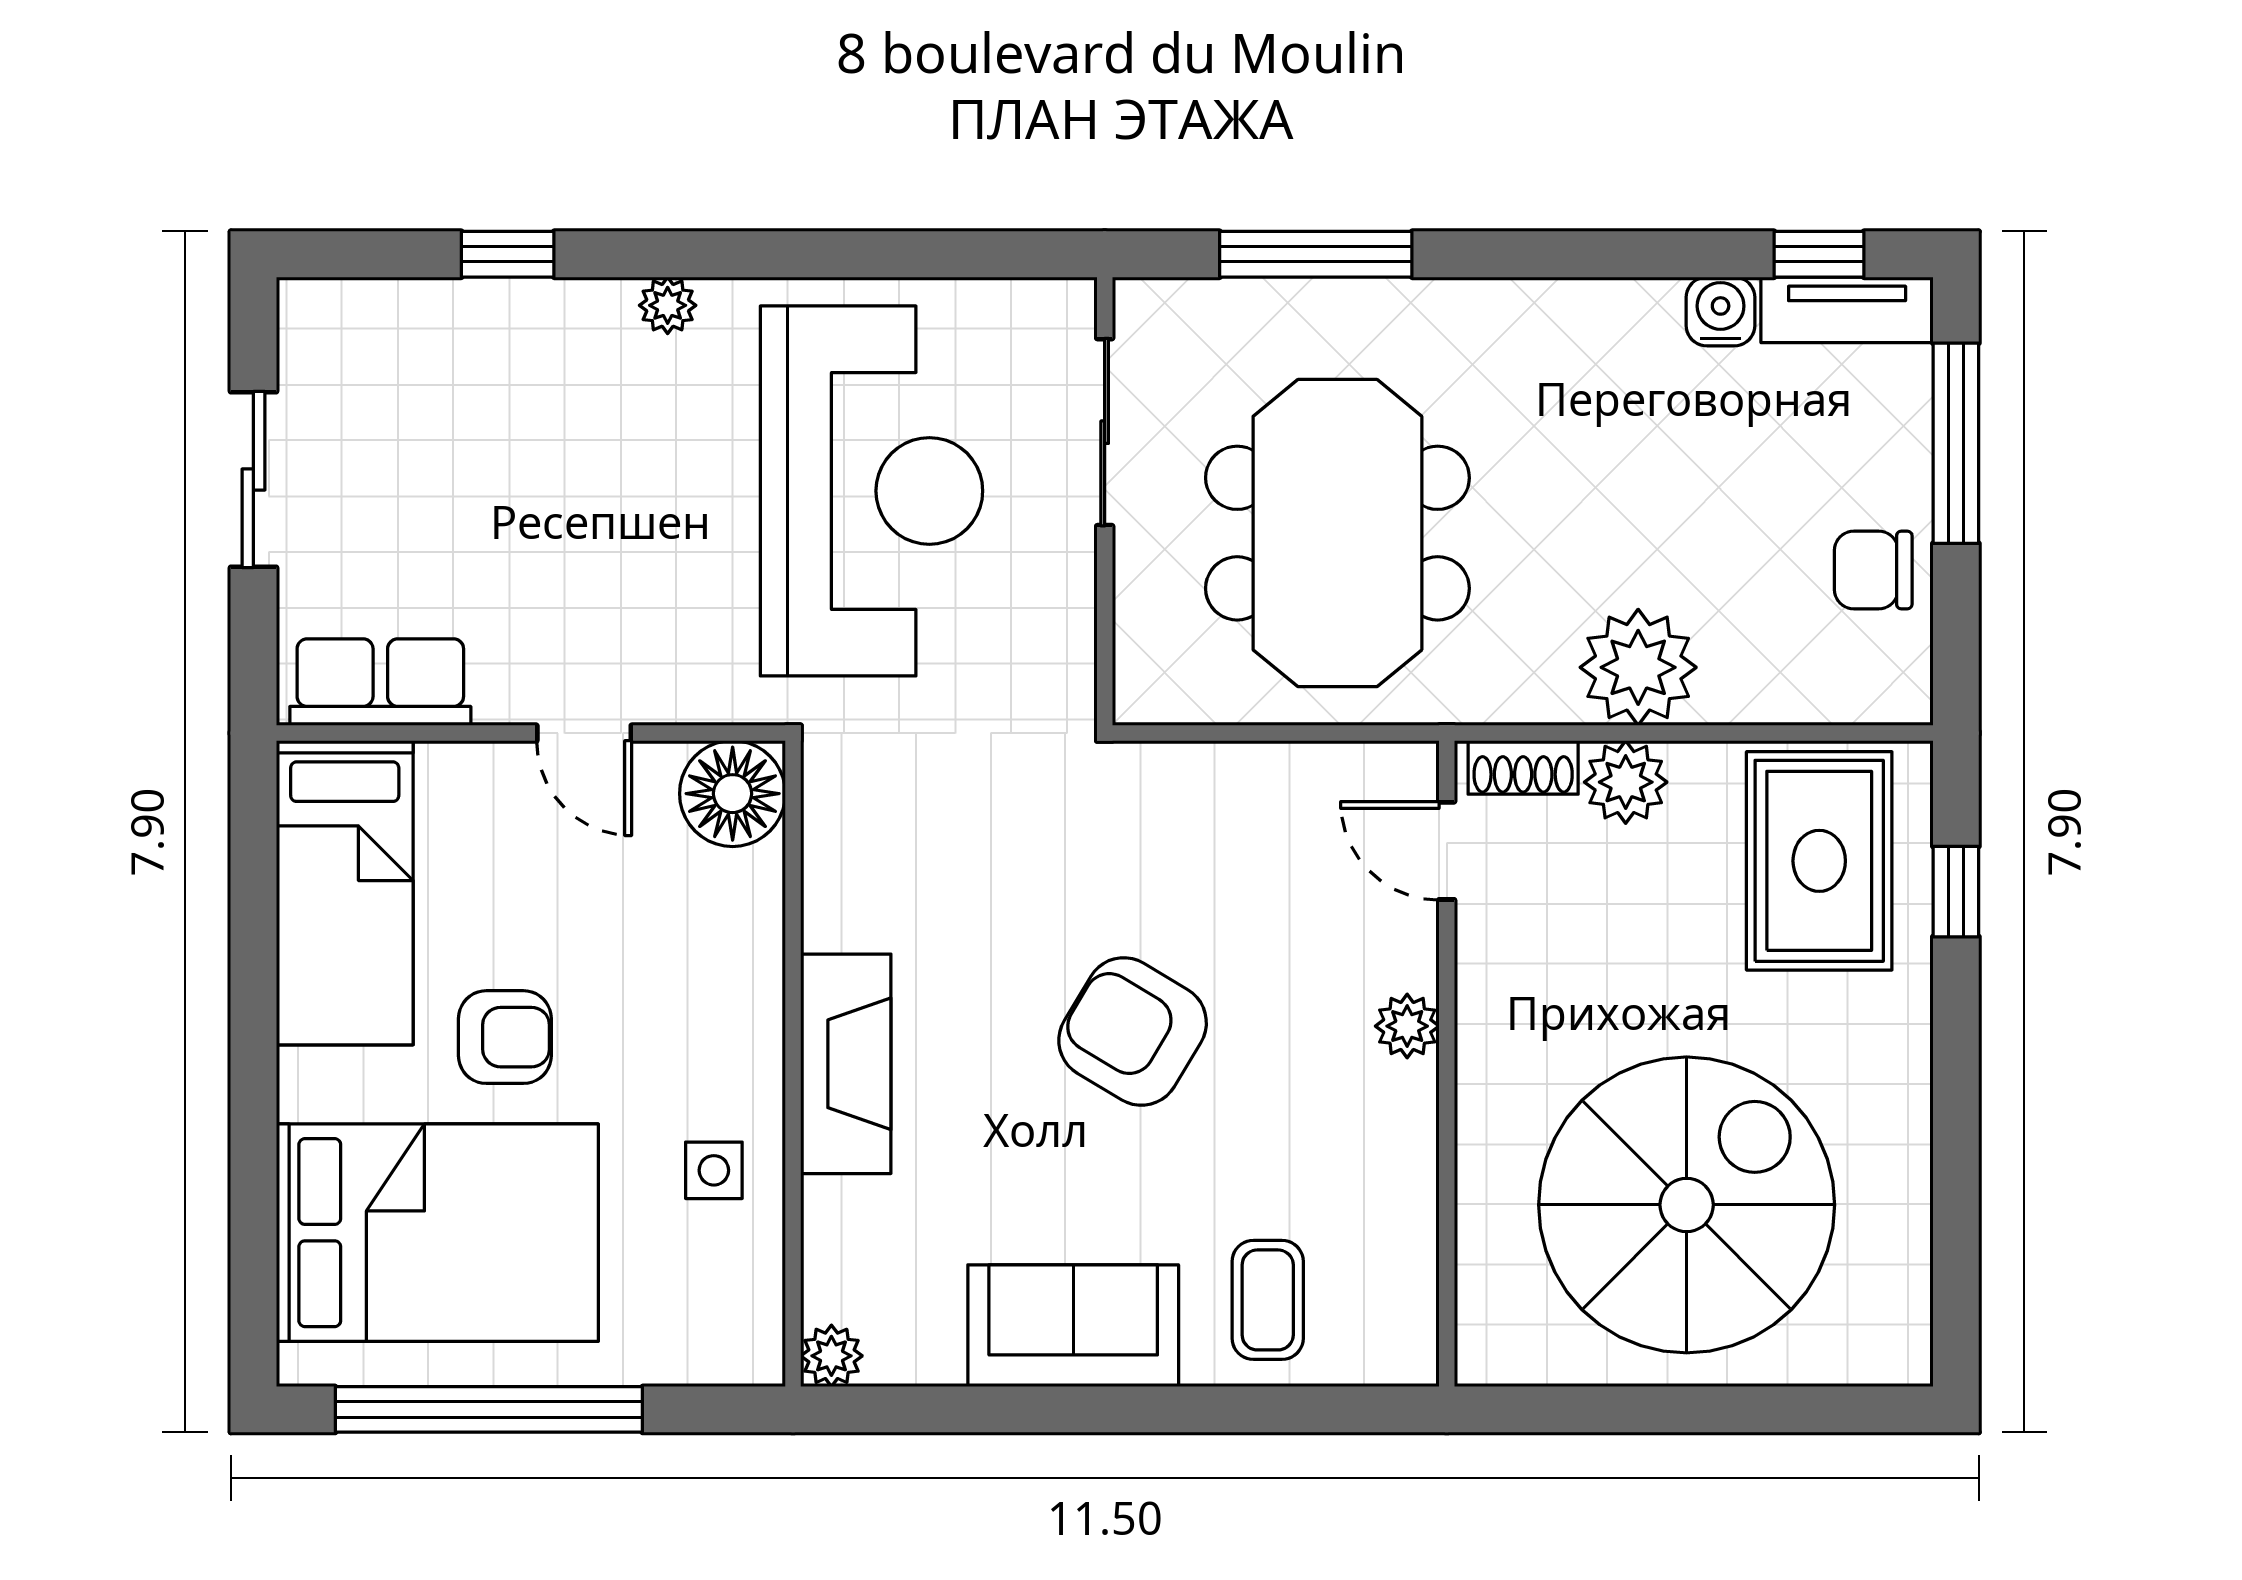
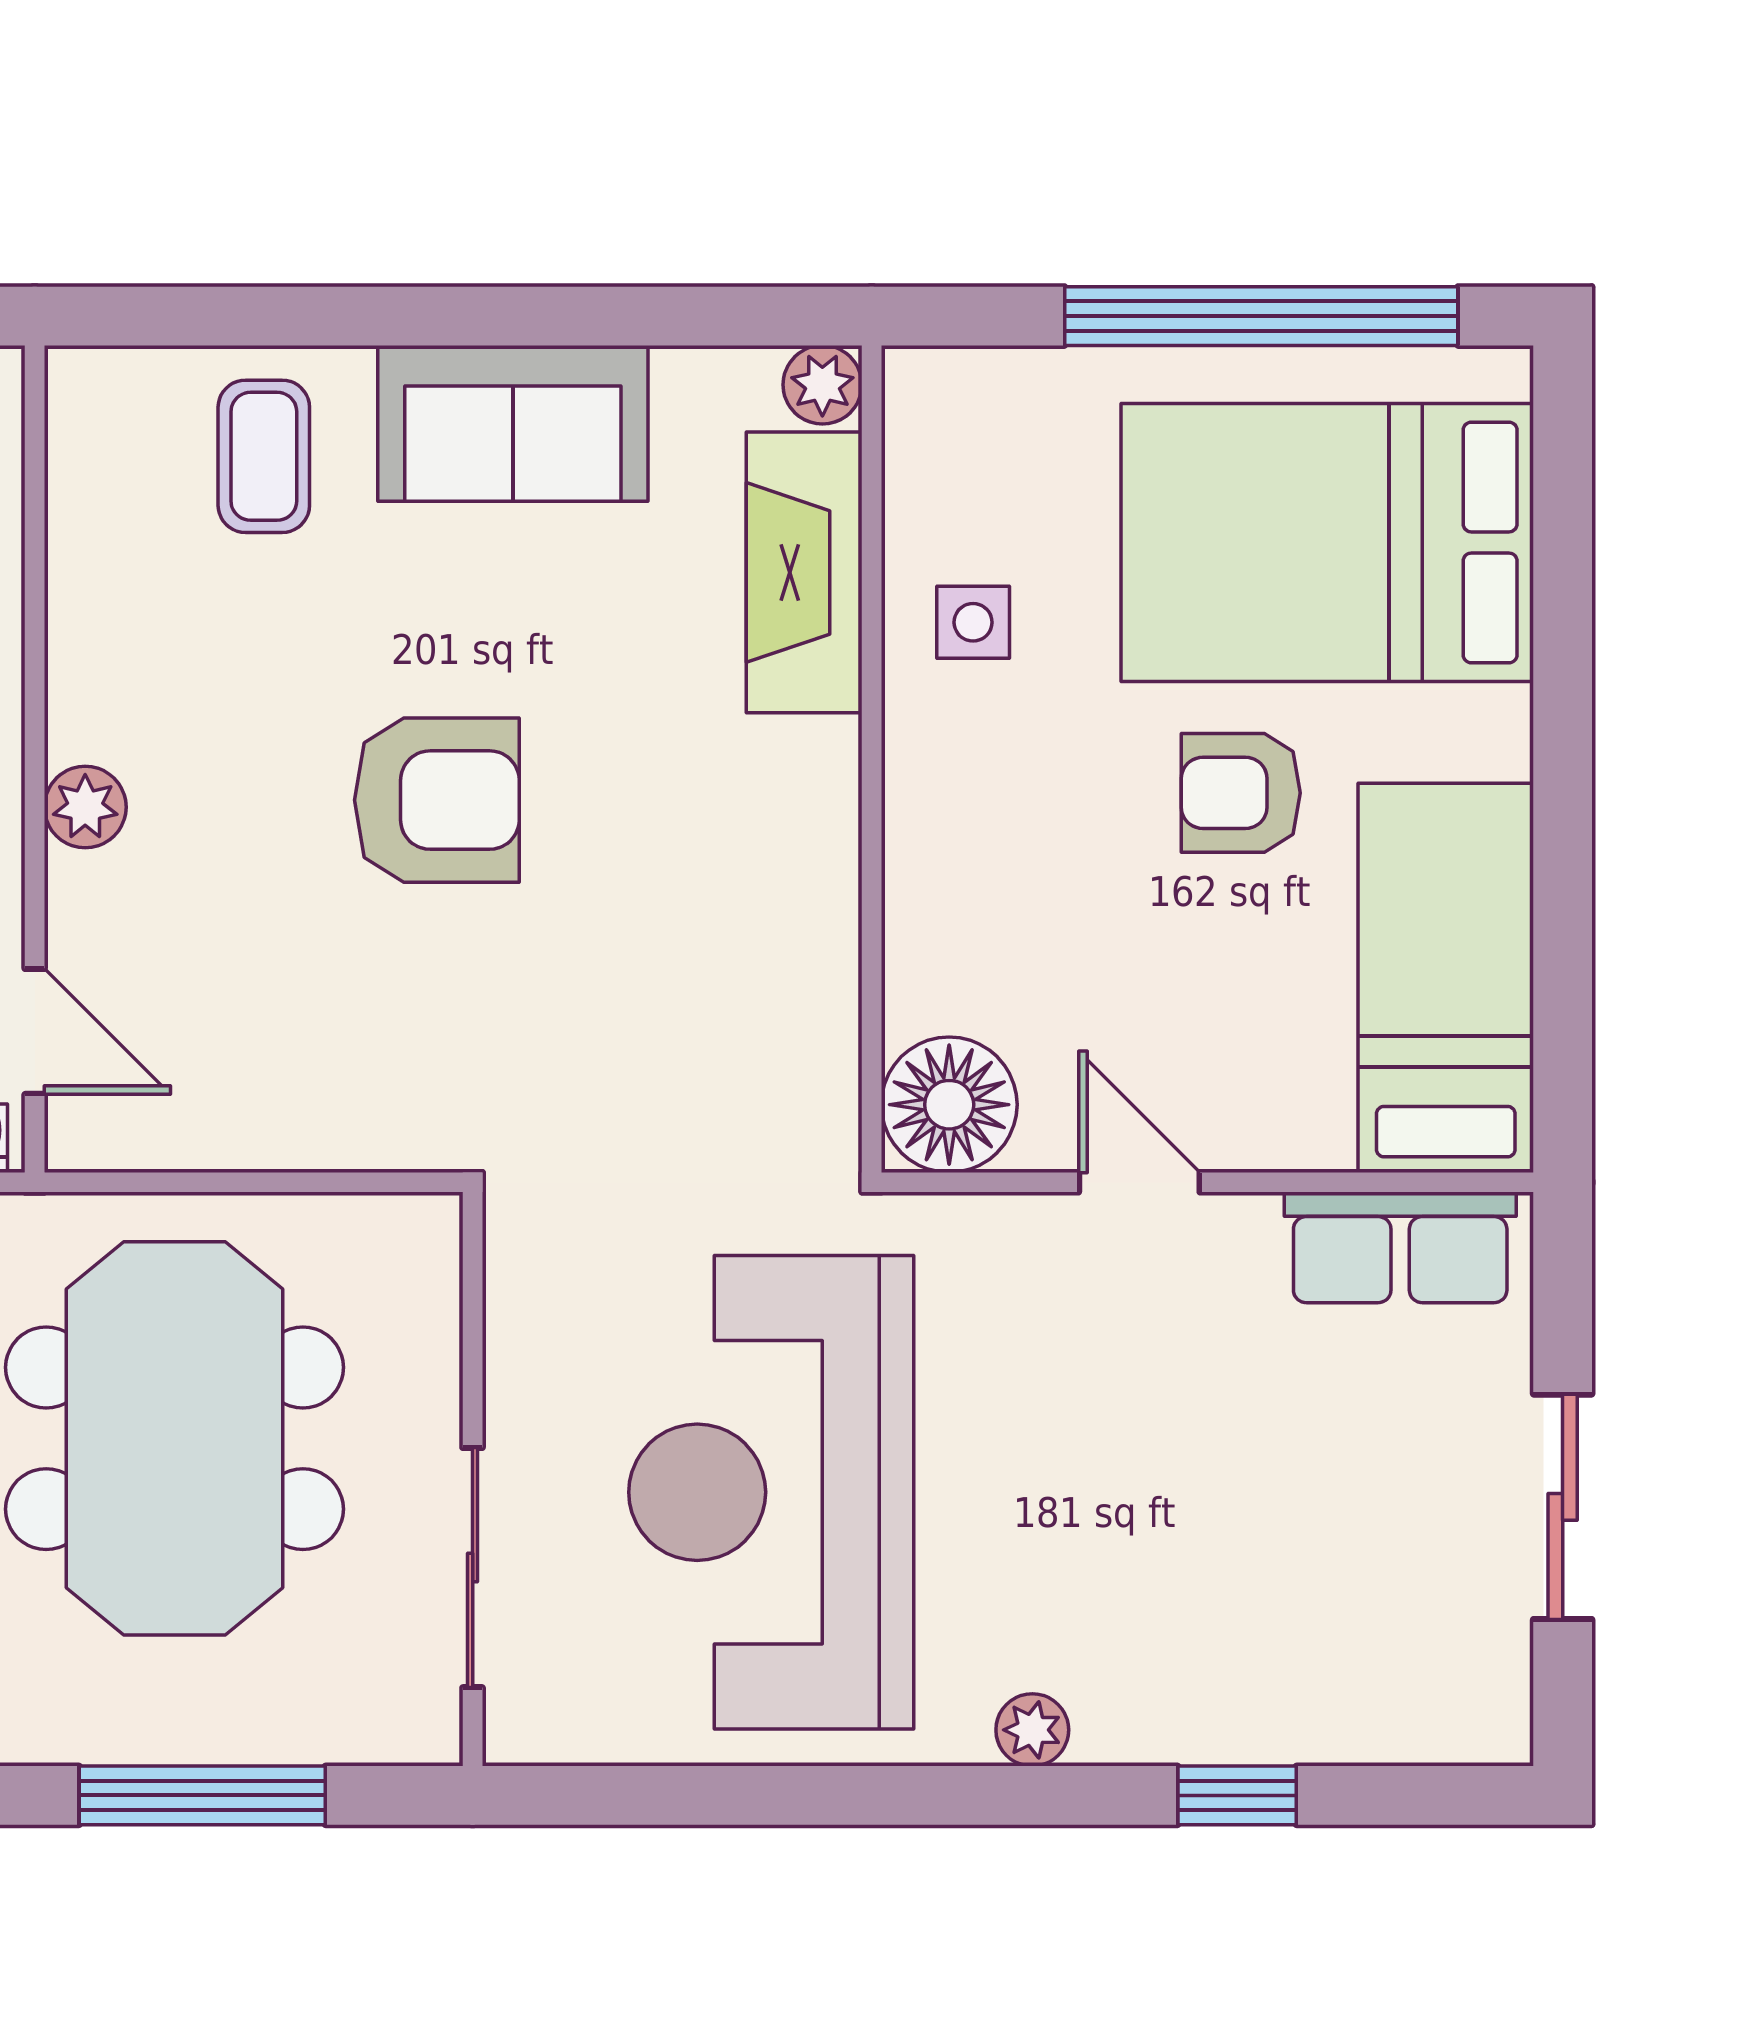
armchair: (1133, 1031) -> (437, 800), turned -31
fireplace: (846, 1064) -> (804, 572), moved

